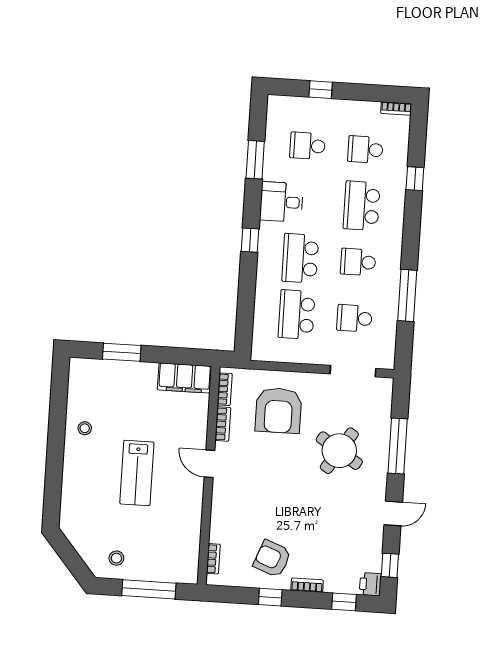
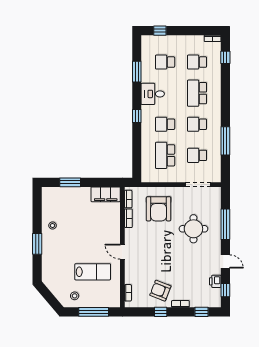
window: (321, 90) -> (160, 31), moved
window: (415, 179) -> (225, 57), moved
school desk: (300, 258) -> (165, 124), width x0.54
round table: (339, 451) -> (193, 229), turned -33
window: (55, 460) -> (37, 244), added
door: (209, 464) -> (122, 252), moved
lab bench: (137, 473) -> (93, 272), moved, turned -90
door: (393, 513) -> (225, 261), hinge flipped
printer: (370, 584) -> (215, 281), moved

